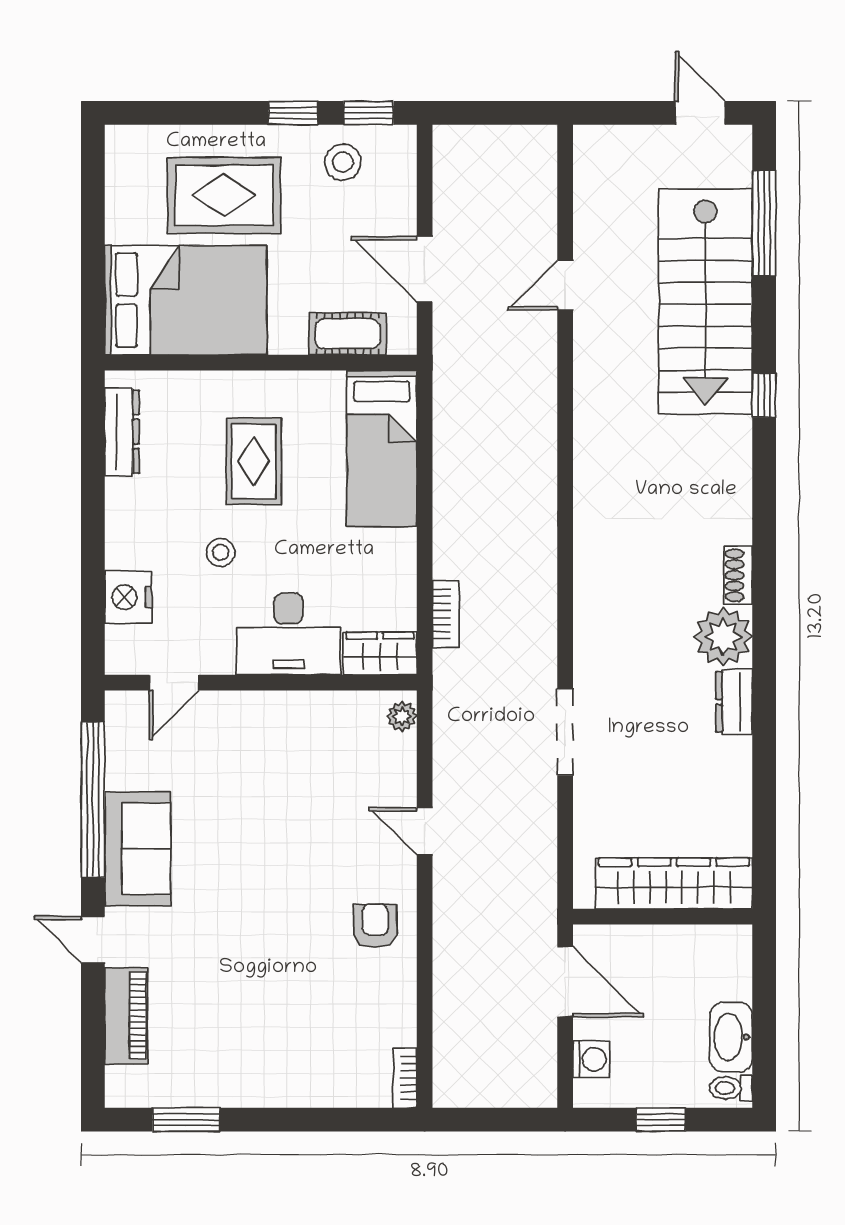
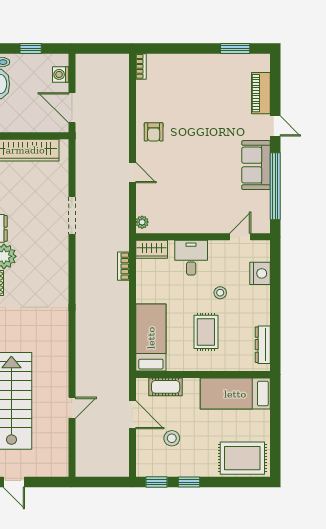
stool: (343, 162) -> (172, 438), moved
rug: (224, 195) -> (242, 458), moved
bed: (186, 300) -> (235, 394), width x0.67
desk: (288, 634) -> (191, 258), width x0.73

